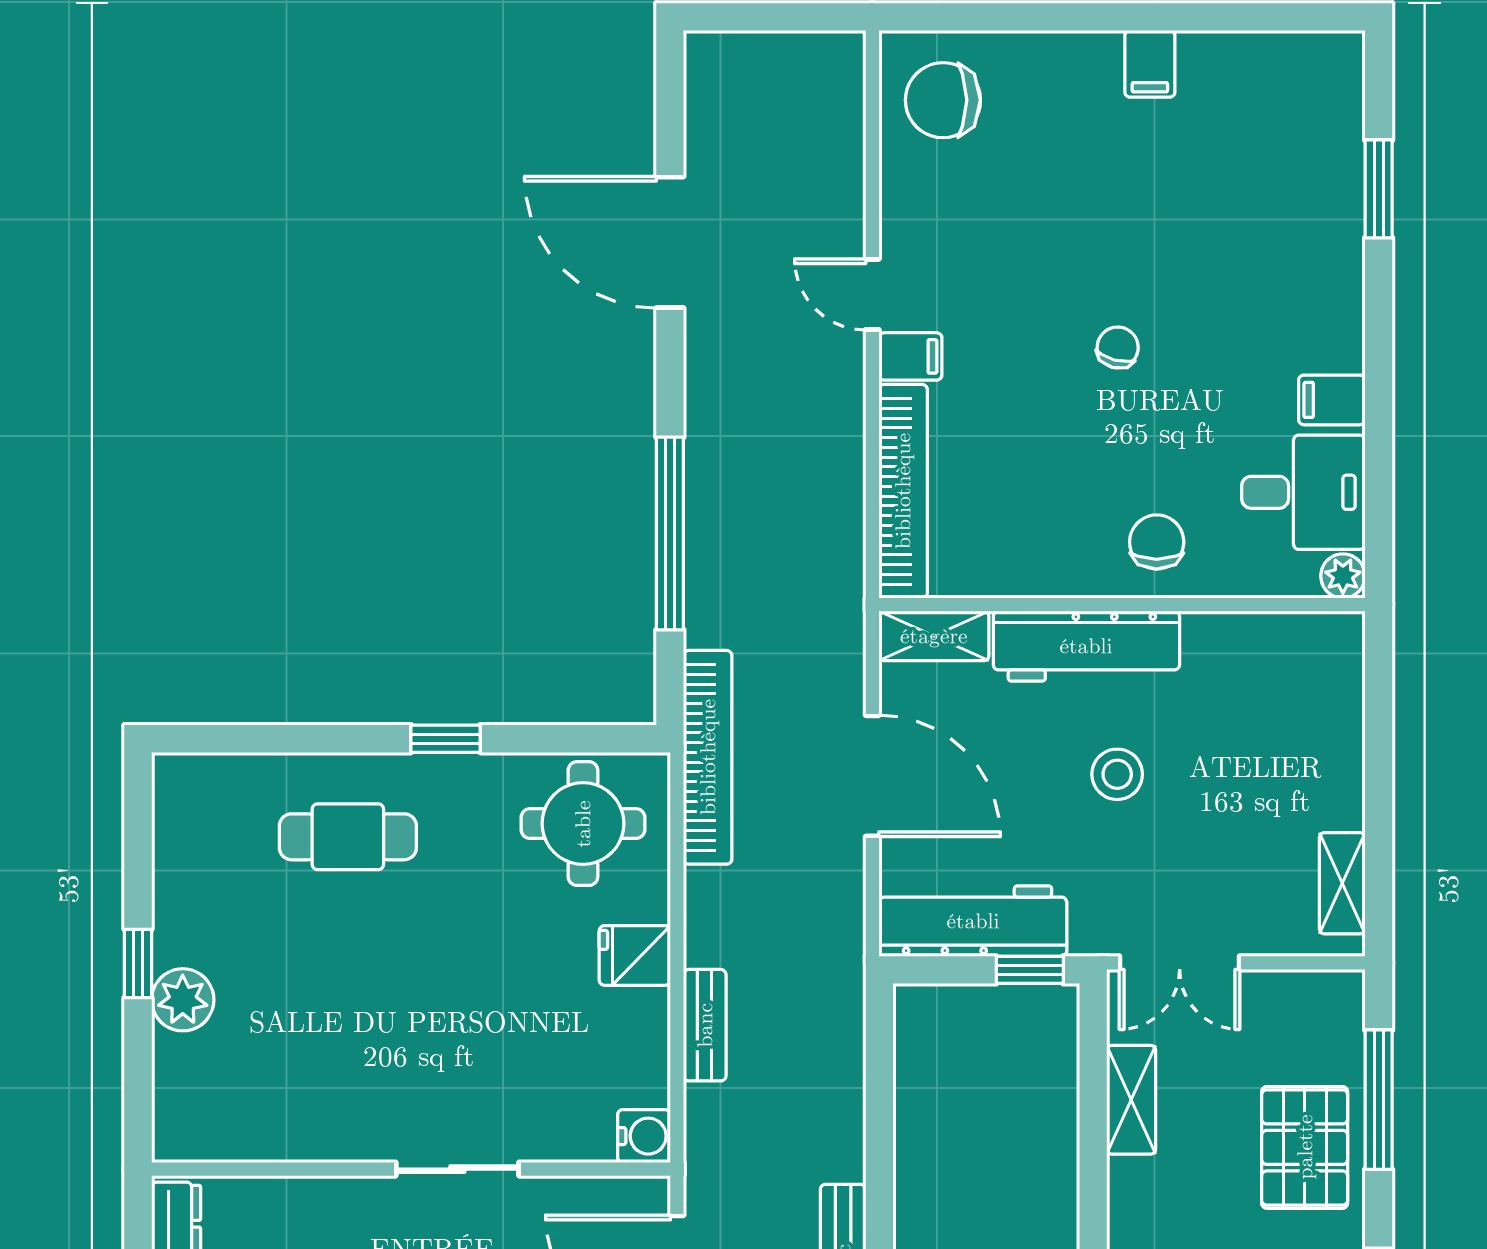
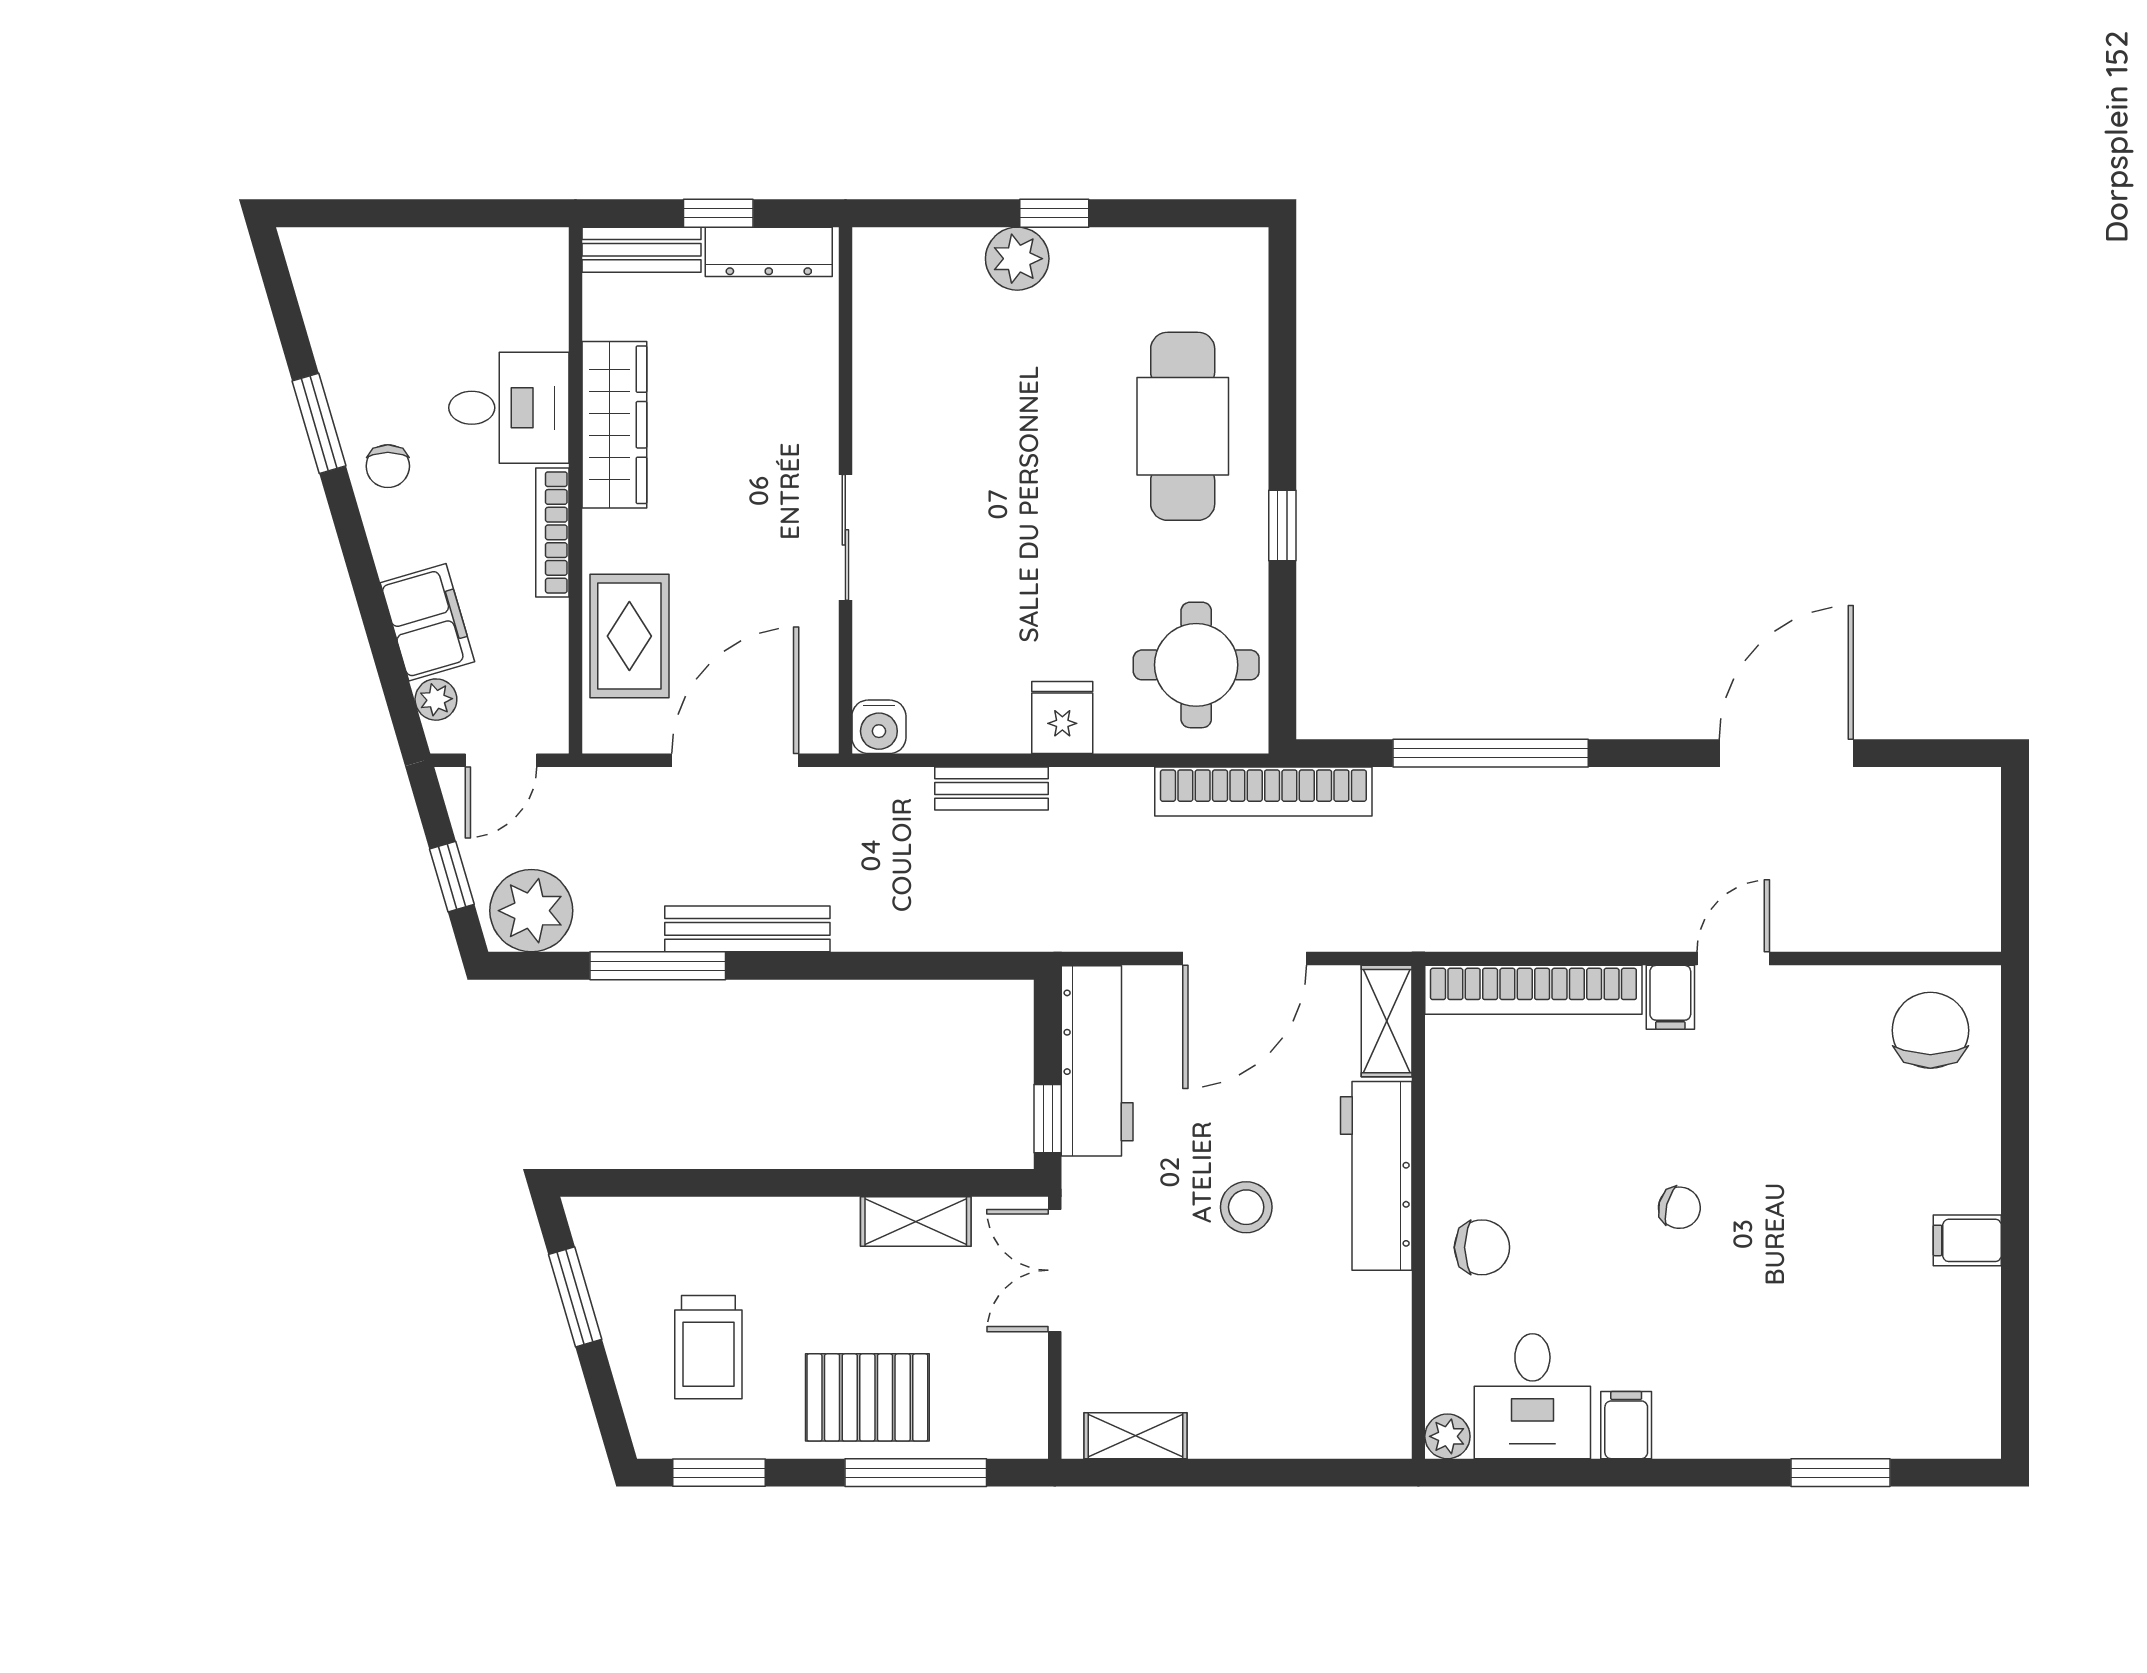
cafe table: (348, 837) -> (1183, 426), width x1.37, depth x1.35

